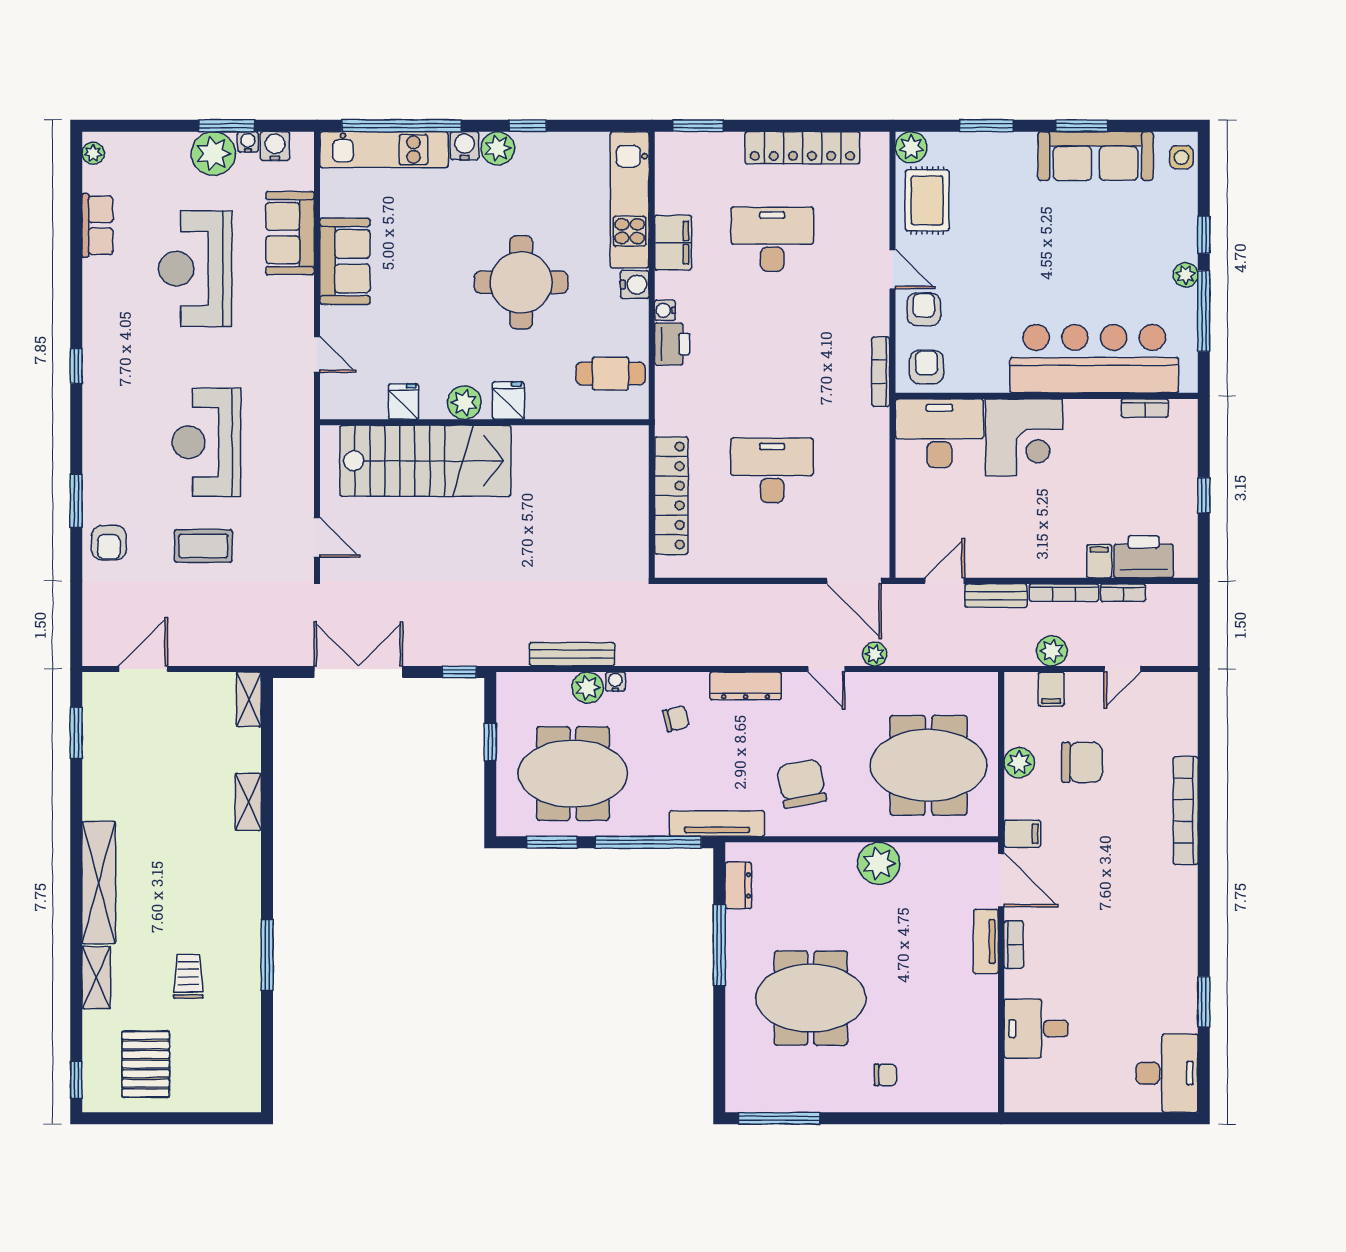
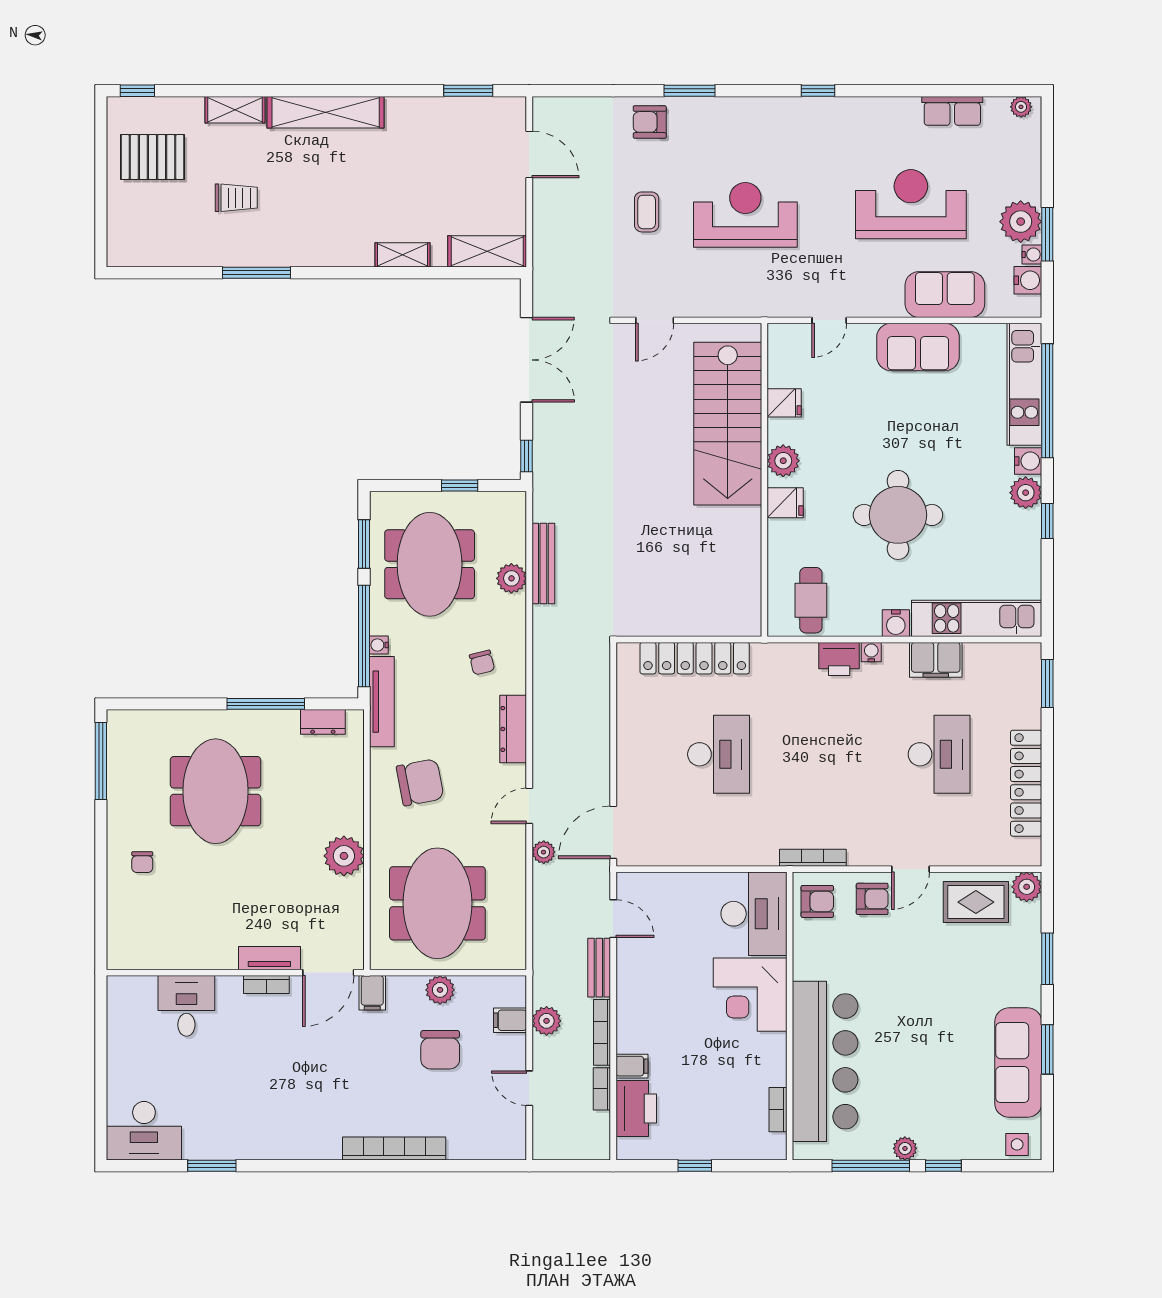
coffee table: (203, 546) -> (647, 212), width x0.73, depth x0.77
water cooler: (615, 682) -> (379, 645), moved, turned 180
shelving: (249, 699) -> (487, 251), width x1.50, depth x1.33

